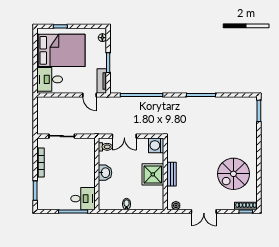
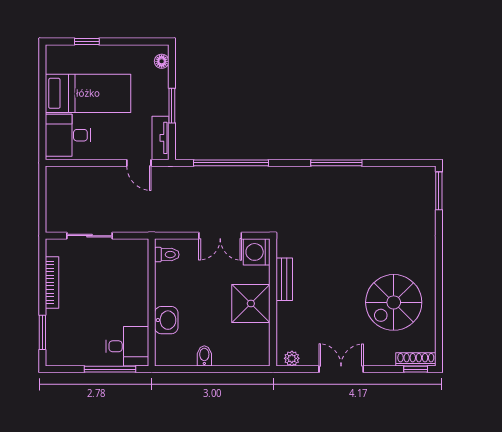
bed: (61, 50) -> (88, 93), width x0.67
double door: (124, 136) -> (220, 236), moved
washbasin: (105, 173) -> (166, 320), moved
bench: (172, 174) -> (284, 279), moved
double door: (204, 212) -> (341, 369), swing flipped

